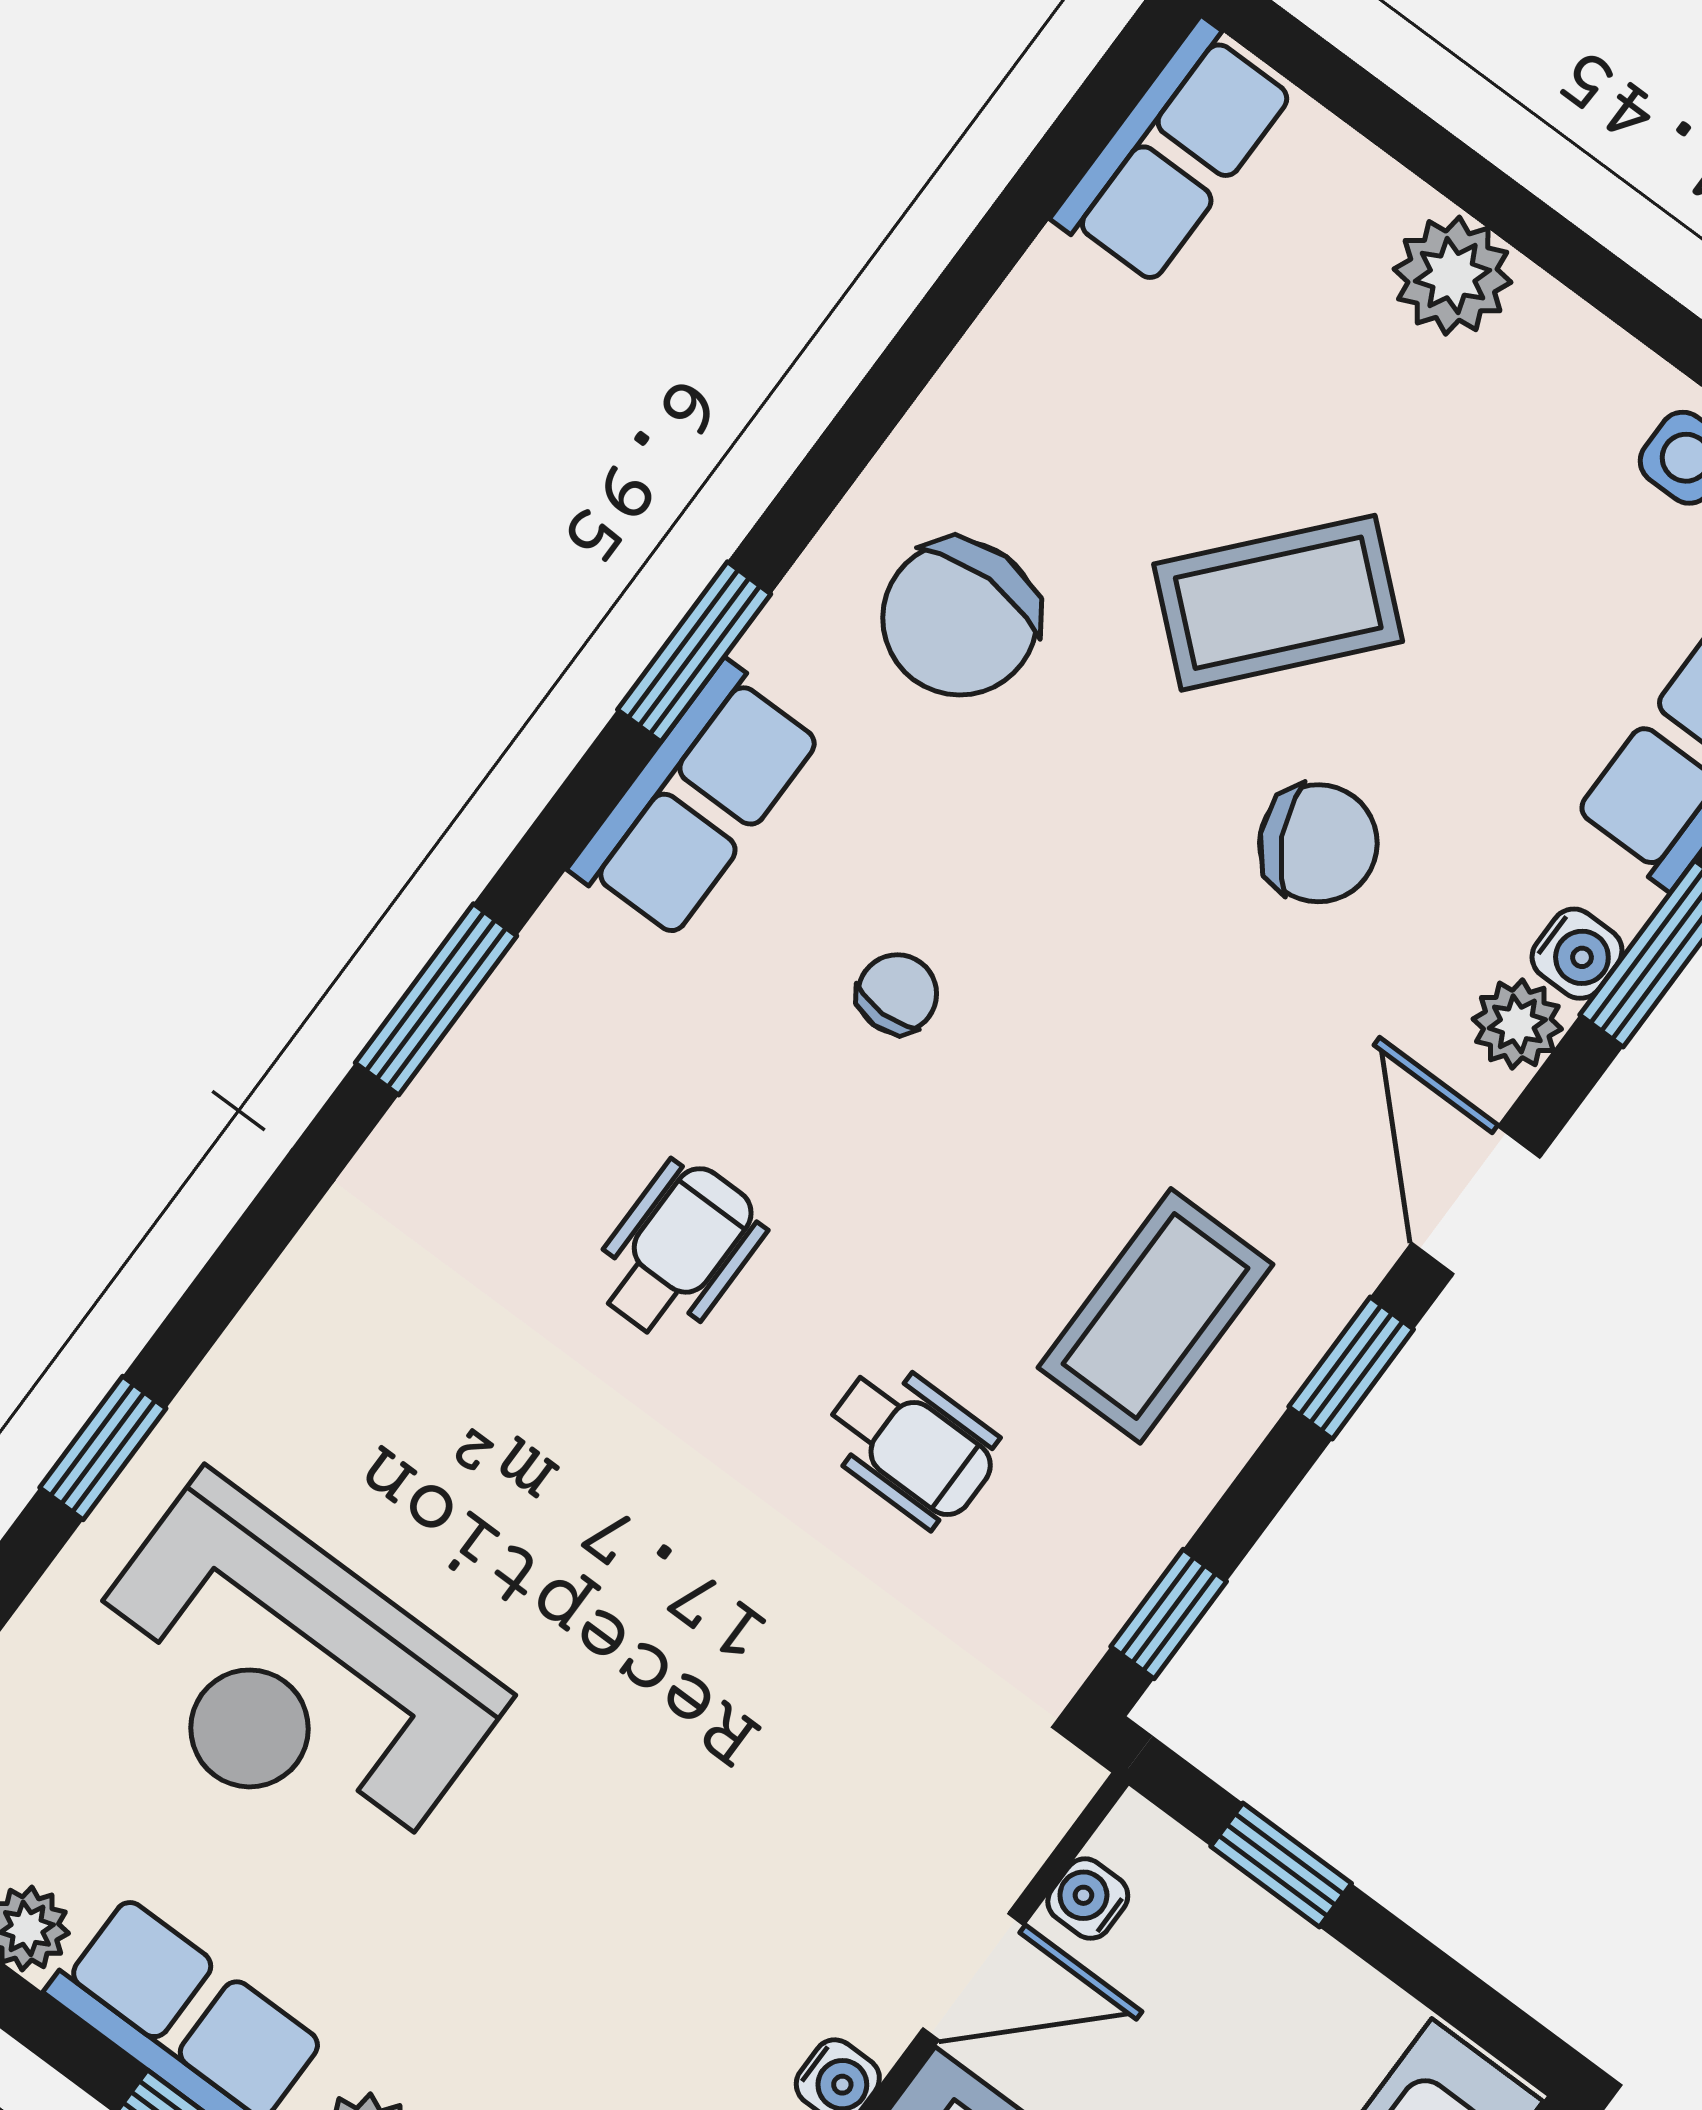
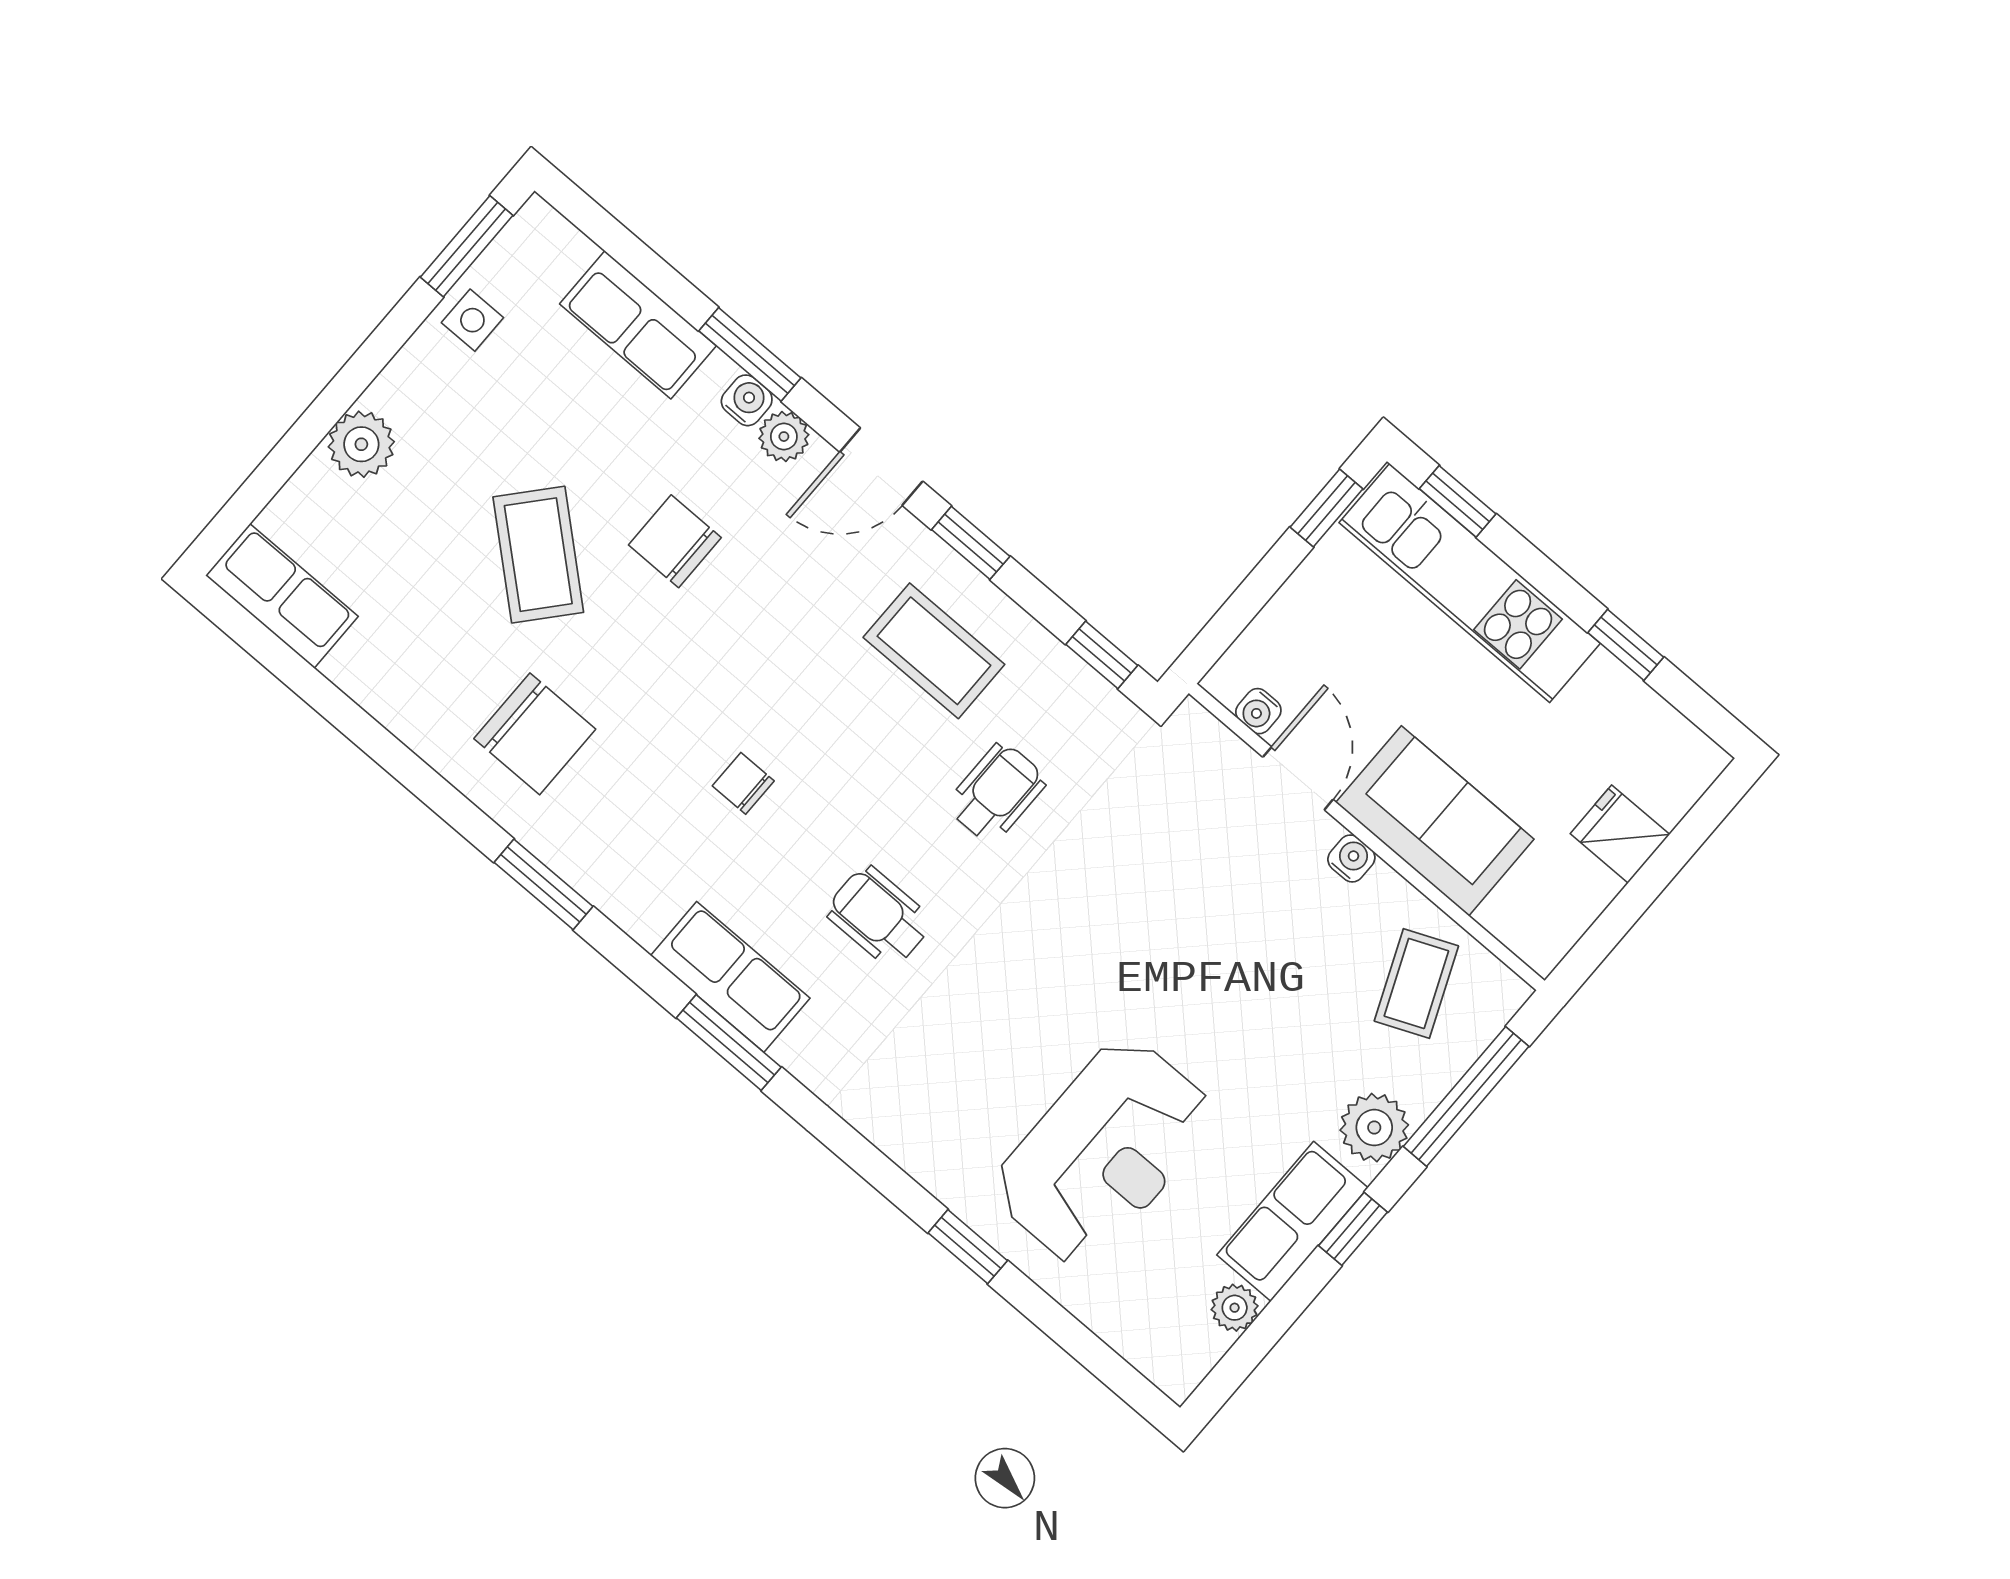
row of seats: (696, 801) -> (730, 977), moved
chair: (1318, 843) -> (675, 541), turned -63
window: (1281, 1865) -> (1327, 508), moved

